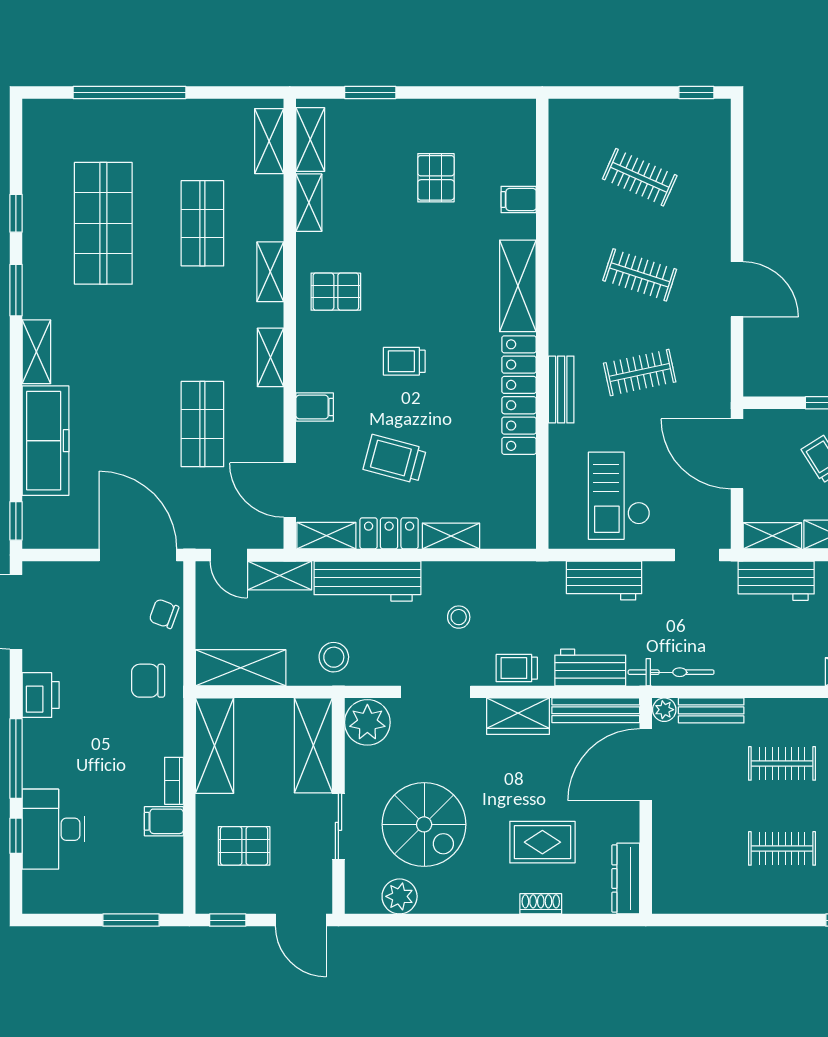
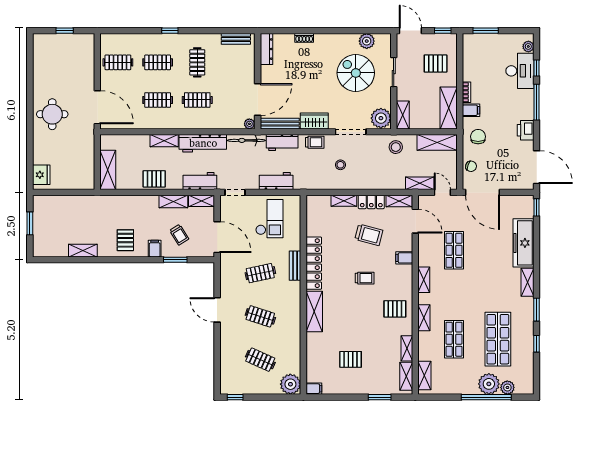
plant: (82, 114) -> (507, 387), added
plant: (124, 122) -> (489, 384), added
plant: (572, 122) -> (290, 384), added
pallet: (436, 178) -> (351, 359), turned 90
filing cabinet: (519, 199) -> (314, 389), moved
workbench: (367, 581) -> (203, 143), moved, turned 180
chair: (148, 681) -> (478, 137), turned -90
bench: (711, 710) -> (236, 39), moved
shelving: (313, 745) -> (403, 115), width x0.67, depth x0.75
filing cabinet: (164, 821) -> (471, 110), moved
rug: (542, 842) -> (303, 65), removed
clothes rail: (782, 848) -> (197, 62), turned 90
plant: (35, 884) -> (528, 46), added

